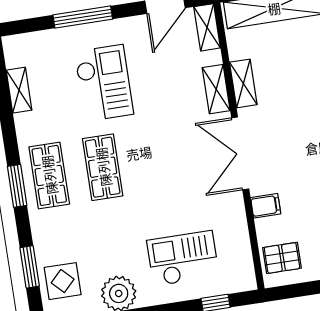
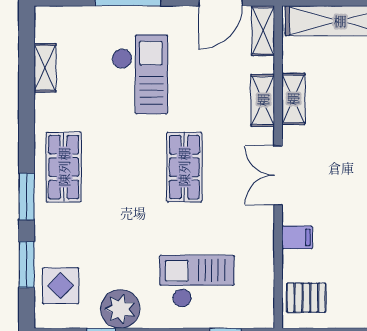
double door: (240, 153) -> (278, 175), width x0.73
shop shelf: (103, 167) -> (184, 167), moved
window: (17, 186) -> (27, 197), moved

